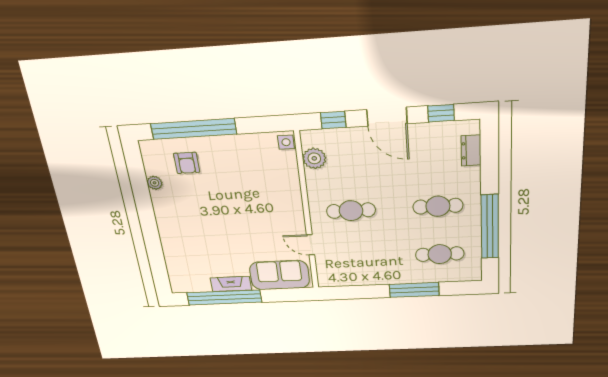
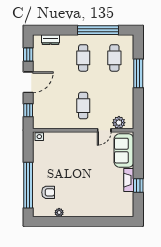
plant: (314, 158) -> (119, 123), moved
window: (224, 297) -> (138, 186), width x0.32

